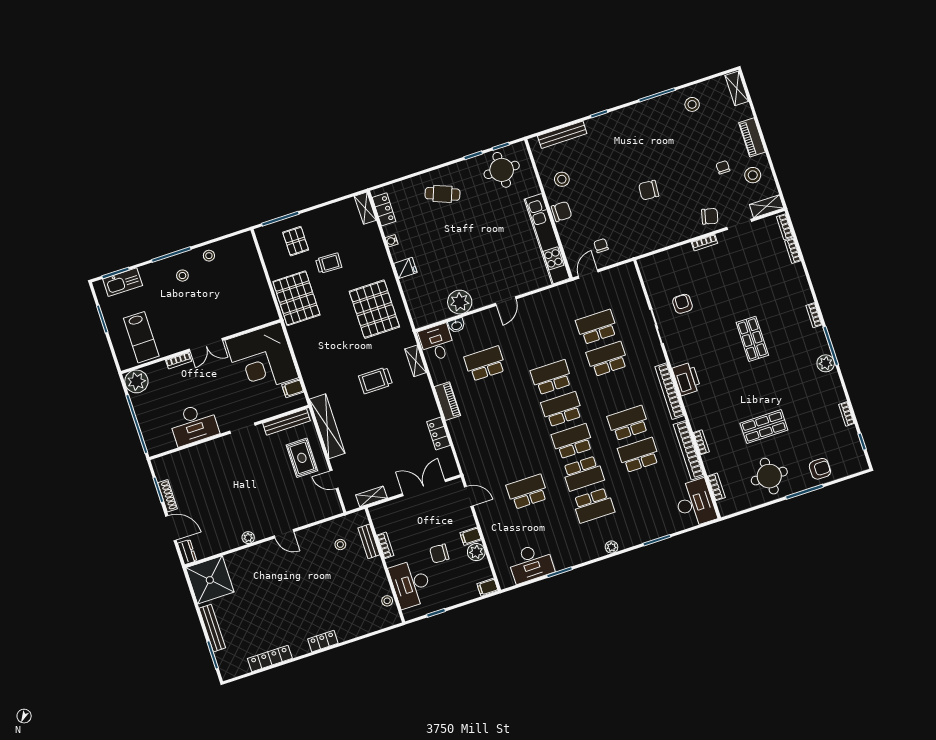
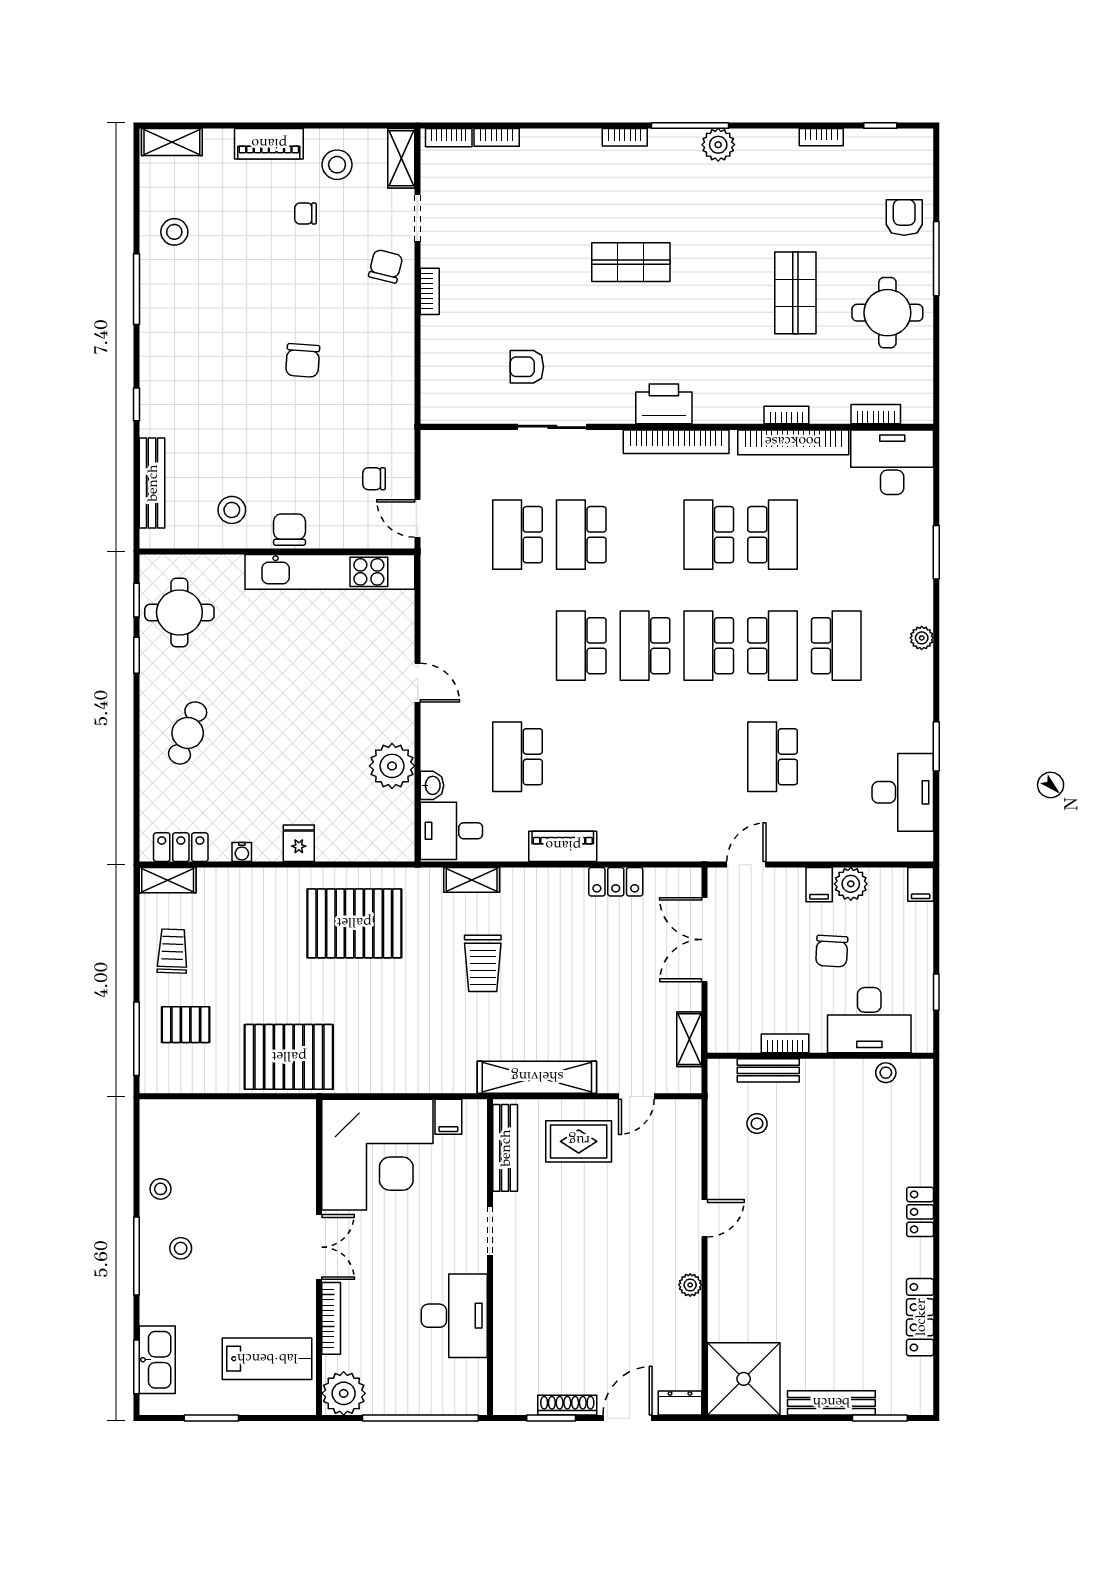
trolley: (329, 263) -> (172, 951), moved
bookcase: (179, 361) -> (331, 1318), width x1.56
school desk: (639, 455) -> (773, 535), turned 180

